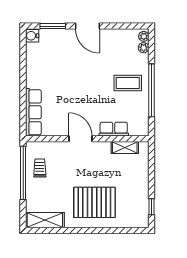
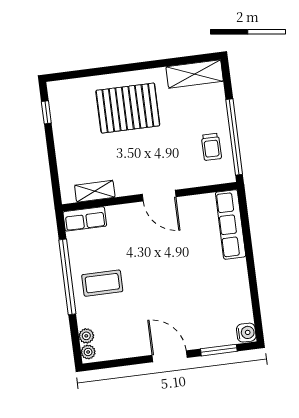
row of seats: (114, 129) -> (85, 219), moved

